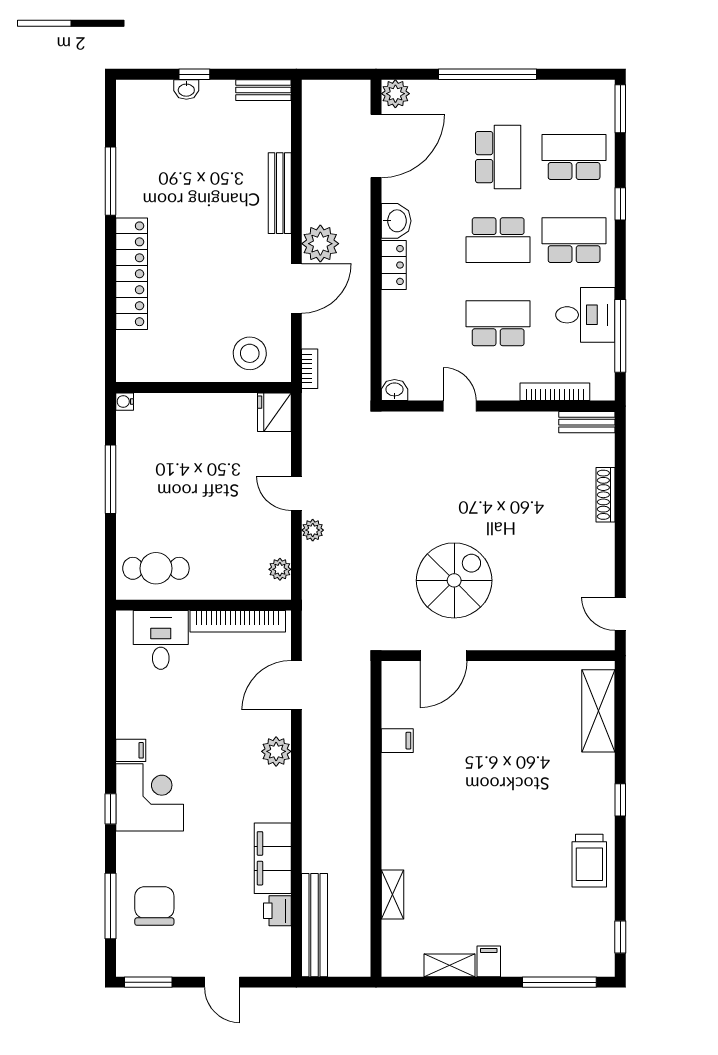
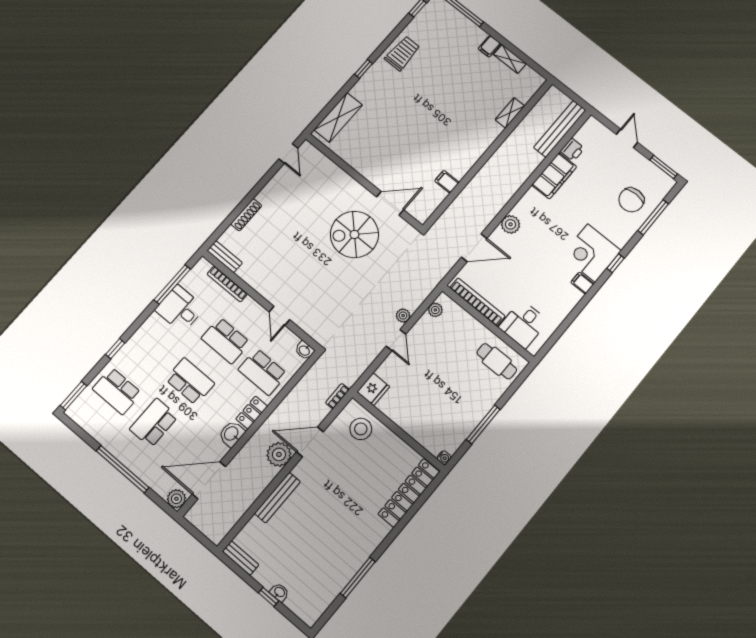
school desk: (574, 240) -> (263, 372), moved
locker: (132, 274) -> (409, 493), moved

